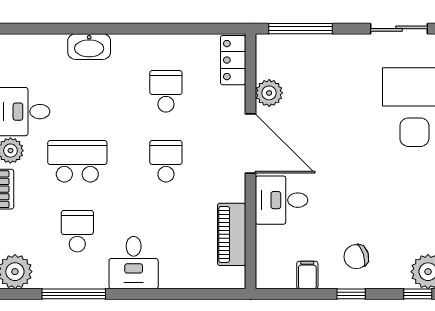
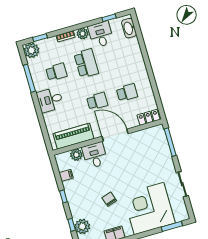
washbasin: (89, 47) -> (129, 28), moved
plant: (269, 93) -> (76, 155), moved
door: (251, 143) -> (115, 135), swing flipped
piano: (232, 234) -> (73, 136), width x1.37, depth x1.33
chair: (356, 257) -> (109, 199), moved

